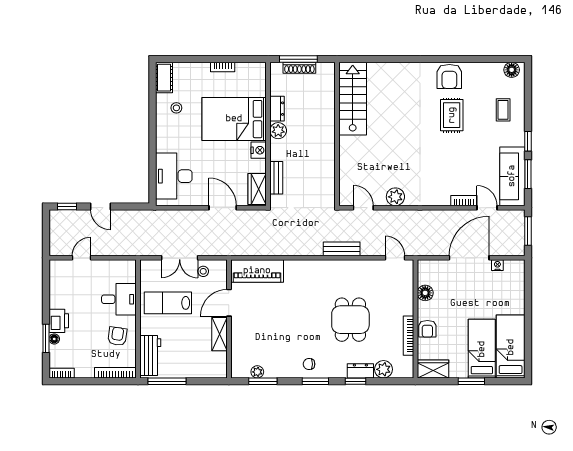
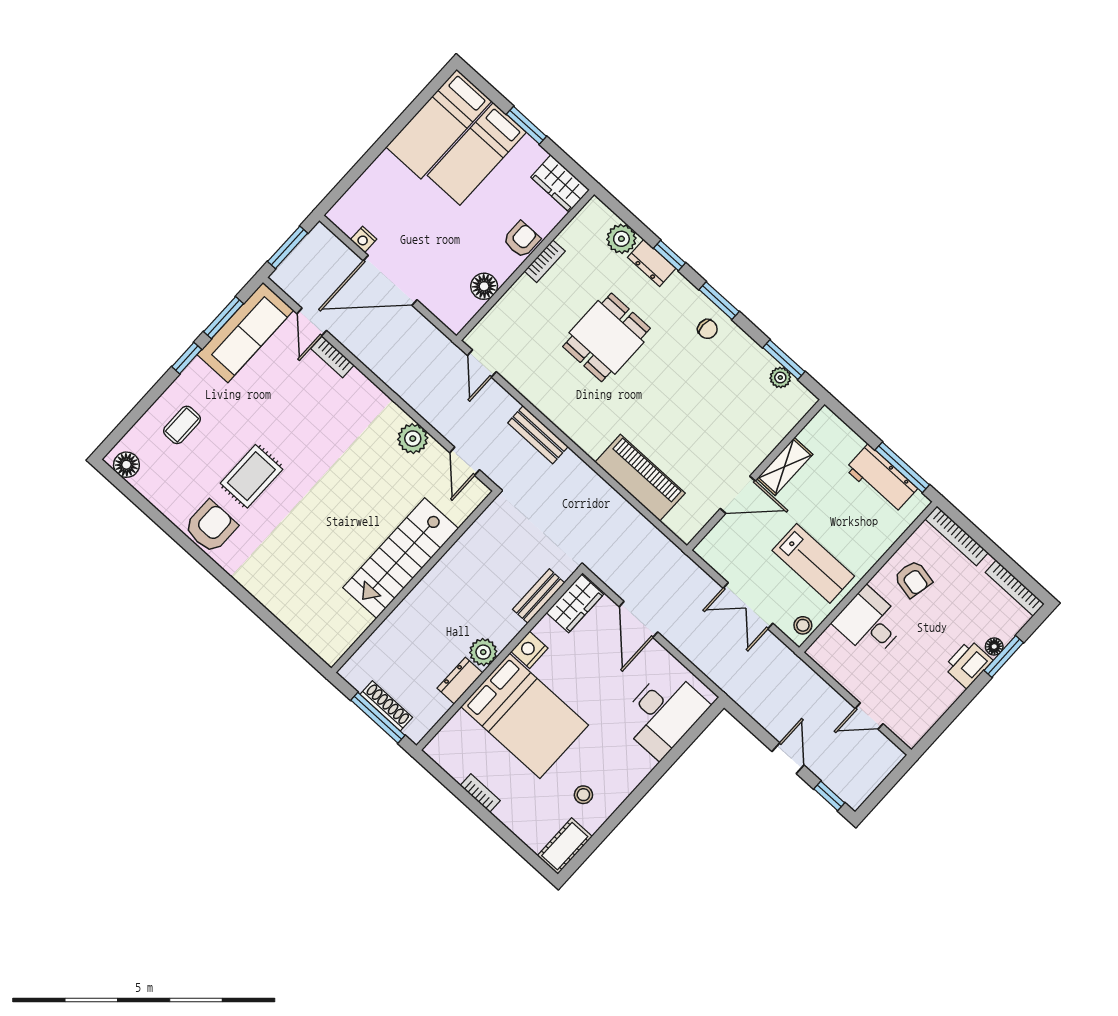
stairs: (353, 99) -> (401, 558), moved
double door: (180, 258) -> (748, 606), swing flipped
stool: (203, 271) -> (803, 625), moved
piano: (257, 271) -> (640, 478), moved
armchair: (117, 336) -> (913, 579), turned -86
bookcase: (408, 336) -> (545, 261), width x0.64
workbench: (150, 356) -> (881, 479), moved, turned -90
bookcase: (62, 373) -> (1015, 588), width x1.56

